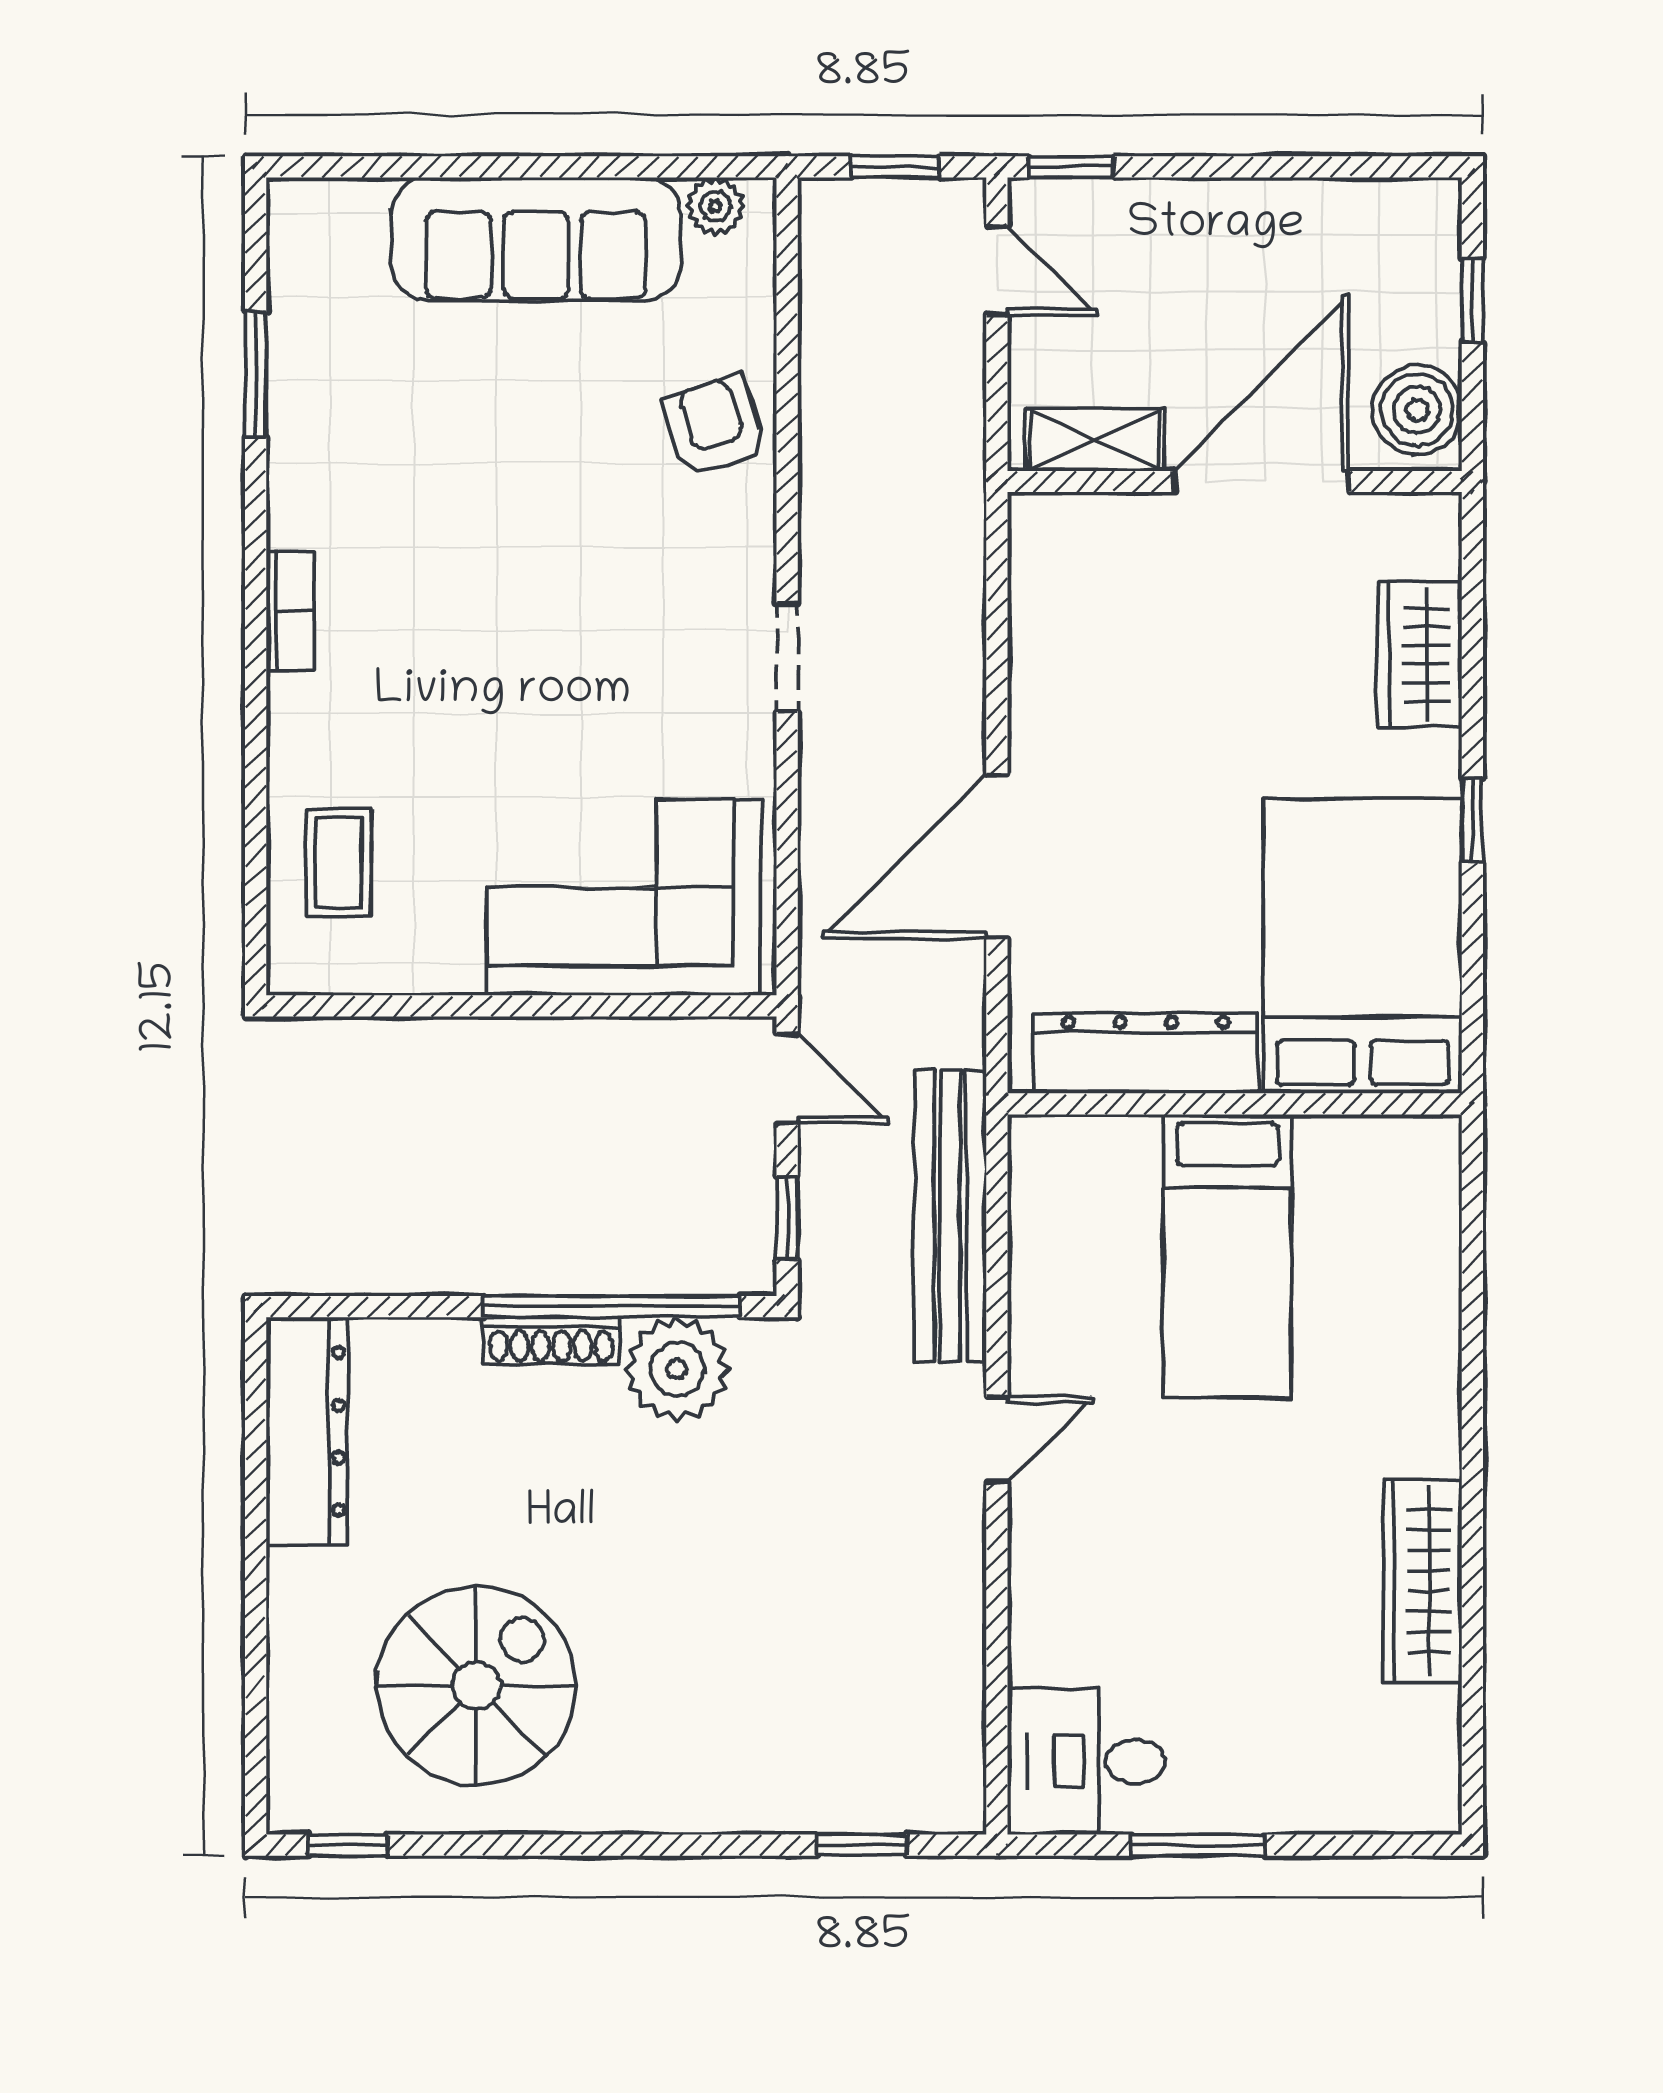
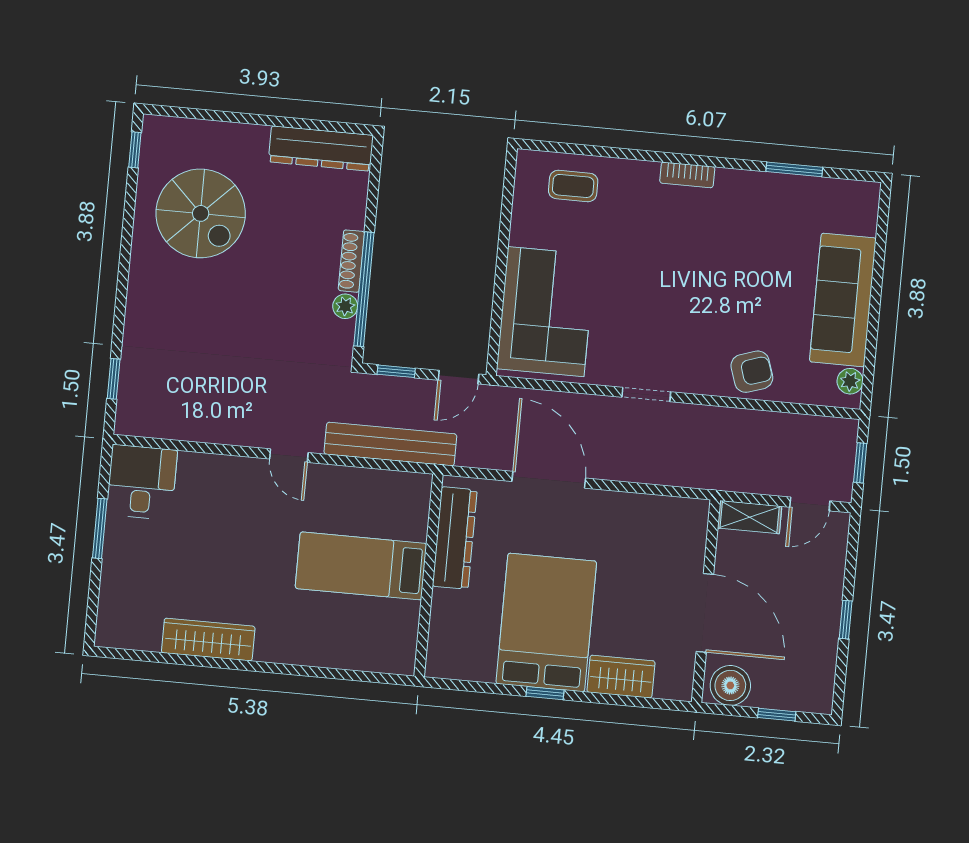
window: (1071, 167) -> (846, 620), moved
shelving: (1095, 440) -> (750, 517), moved, turned 90
bed: (1363, 946) -> (546, 622), moved, turned -90
plant: (677, 1369) -> (345, 306), width x0.53, depth x0.53

